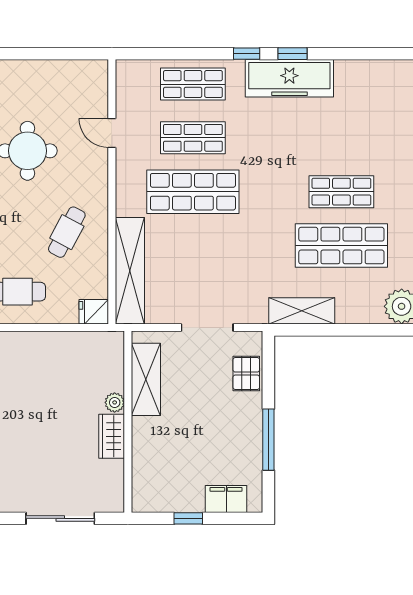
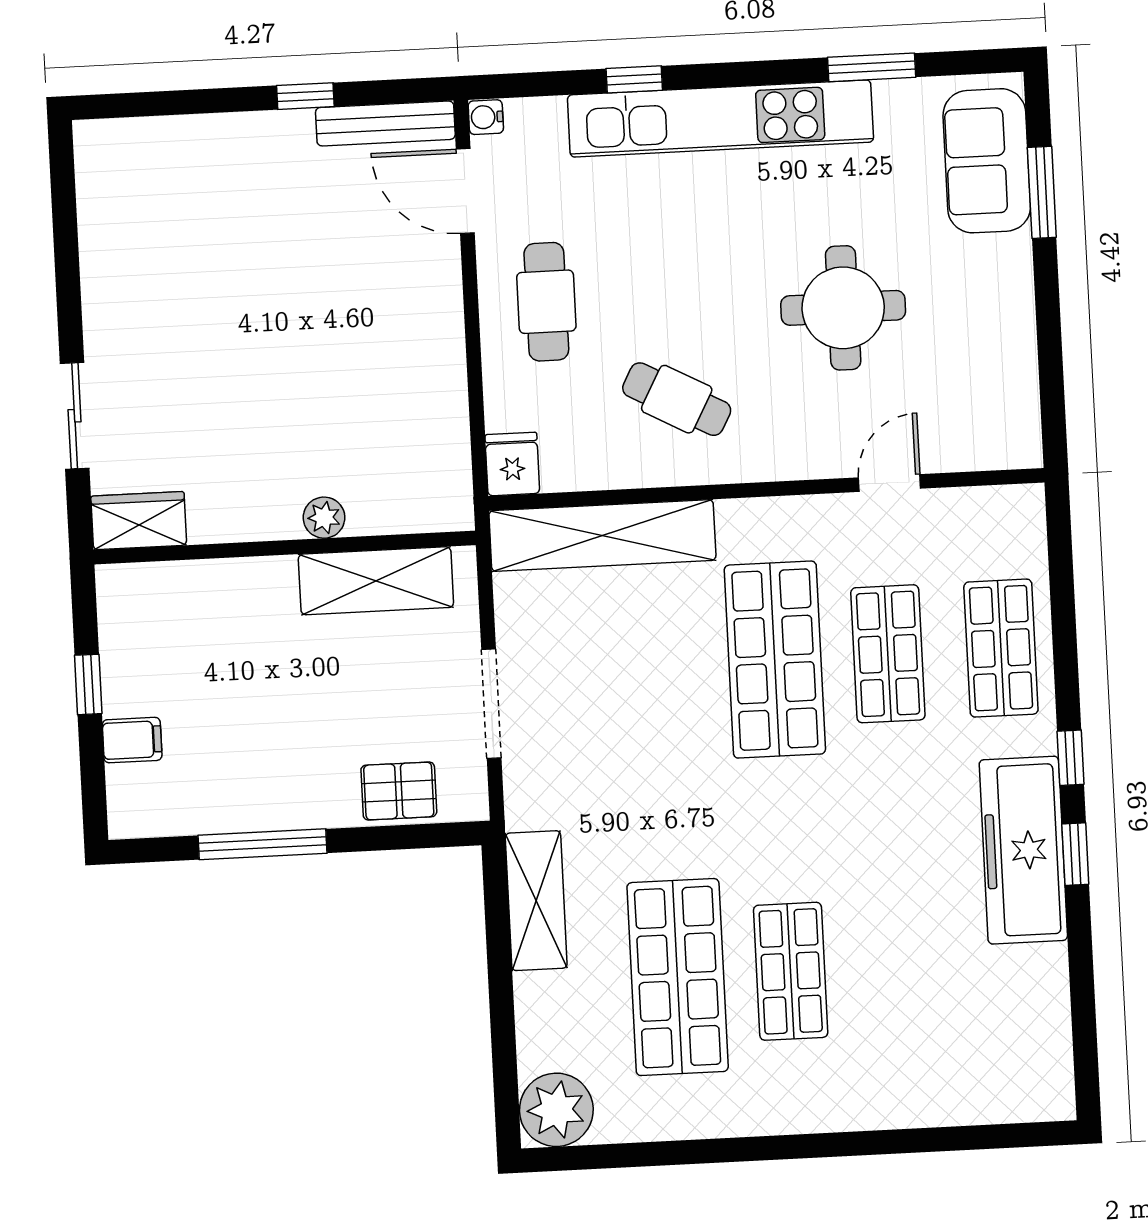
wardrobe: (112, 436) -> (139, 521), moved
filing cabinet: (226, 499) -> (132, 740), width x0.50
sliding door: (60, 518) -> (75, 416), width x0.73

